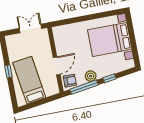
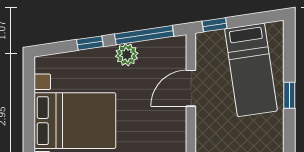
armchair: (70, 81) -> (170, 53), removed
window: (51, 99) -> (215, 25), added

